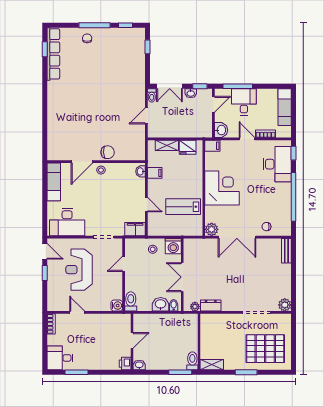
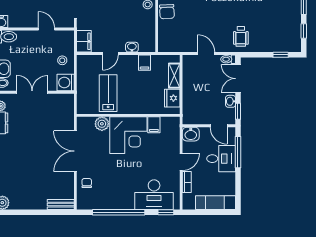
wheelchair: (130, 84) -> (241, 36), added
filing cabinet: (212, 146) -> (154, 125), moved
washbasin: (140, 171) -> (132, 47), moved
plant: (212, 229) -> (102, 124), moved

